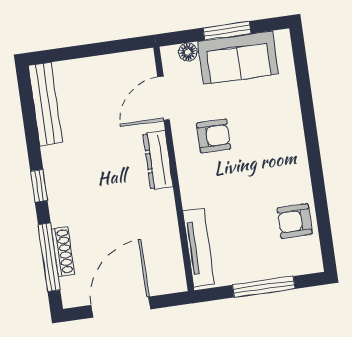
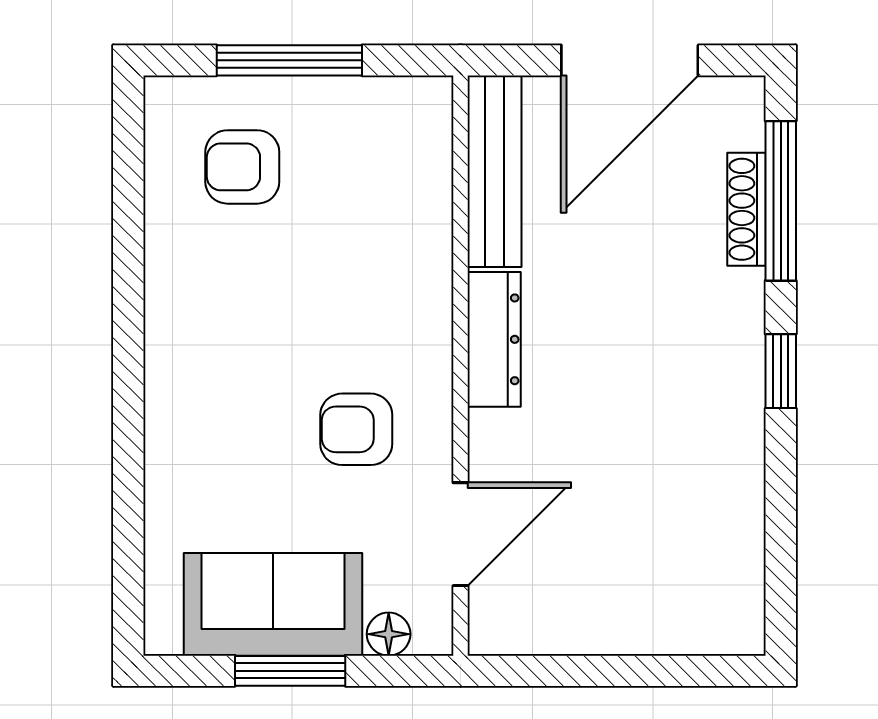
bench: (45, 104) -> (495, 171), moved
dresser: (158, 160) -> (494, 339), moved
armchair: (295, 221) -> (242, 167), moved, turned 180
tv unit: (198, 247) -> (429, 174), removed

